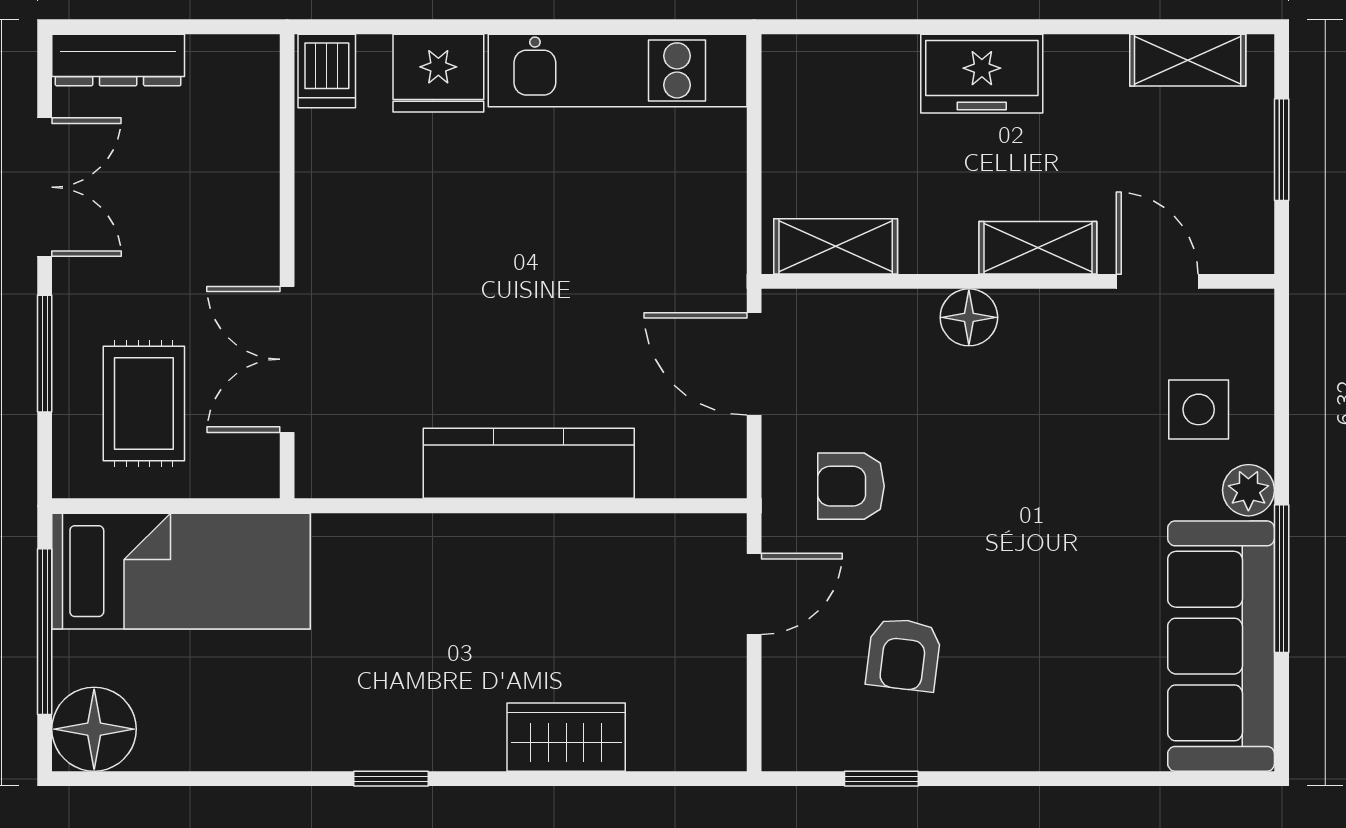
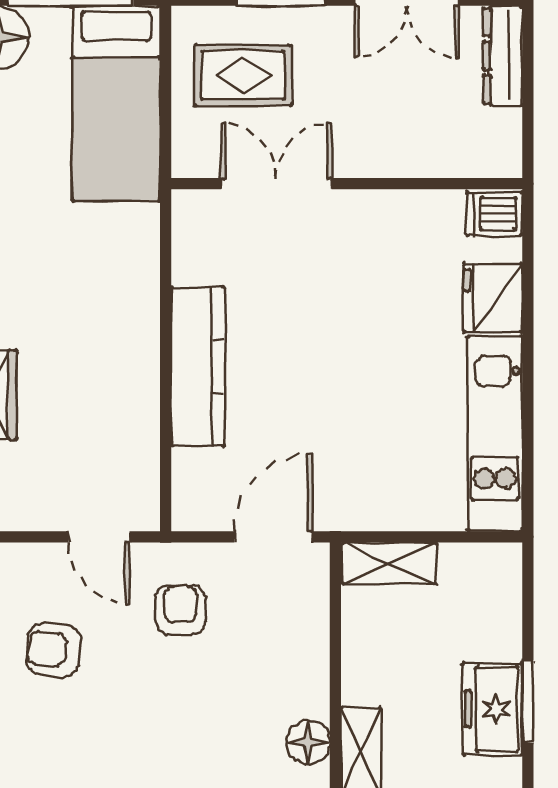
window: (972, 27) -> (528, 701), added
shelving: (836, 246) -> (389, 563), moved, turned 90
floor lamp: (969, 317) -> (308, 742), moved

